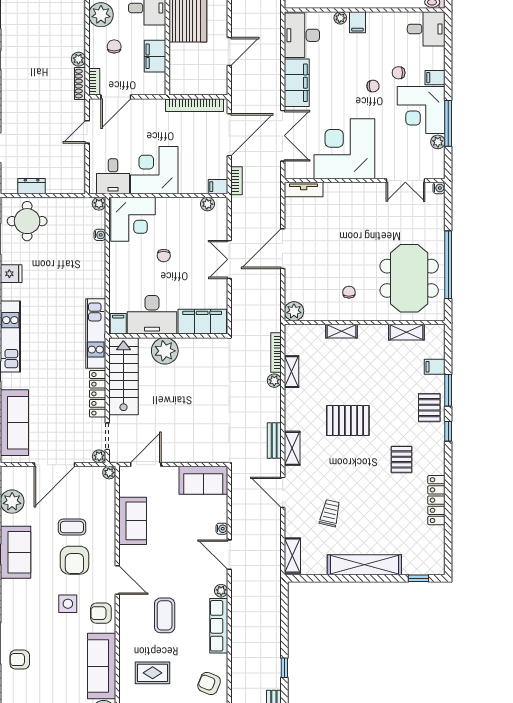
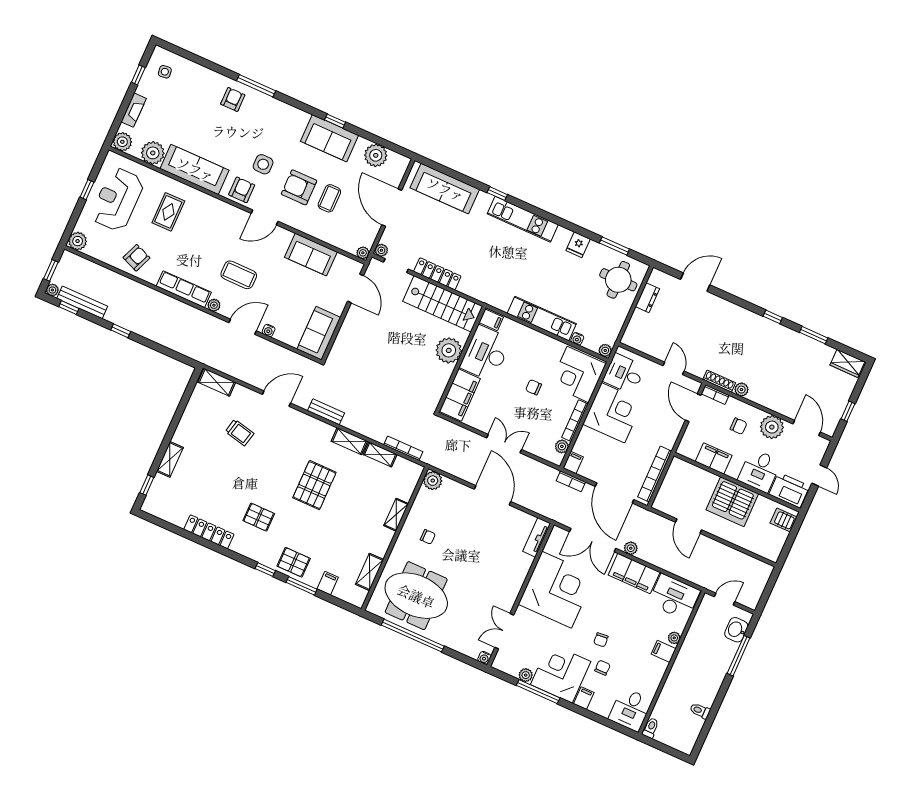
bookcase: (178, 203) -> (575, 421), added
kitchen unit: (96, 334) -> (542, 319), moved
plant: (274, 381) -> (631, 548), moved
shelving: (292, 448) -> (349, 441), moved
shelving: (364, 565) -> (170, 459), width x0.45, depth x0.75
coffee table: (165, 615) -> (239, 275), moved

